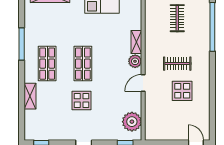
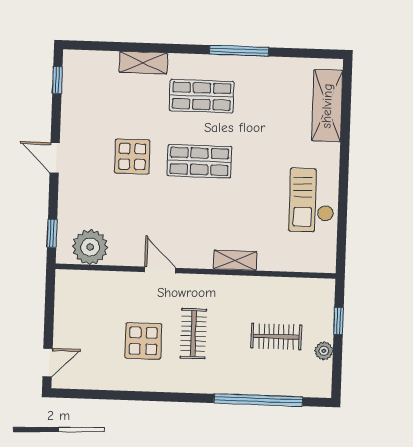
plant: (135, 61) -> (200, 257), removed

